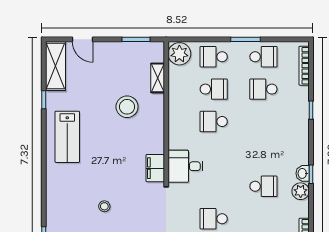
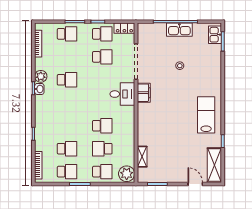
school desk: (263, 57) -> (67, 172), turned 180
stool: (127, 107) -> (164, 136), removed
school desk: (263, 186) -> (67, 80), turned 180

